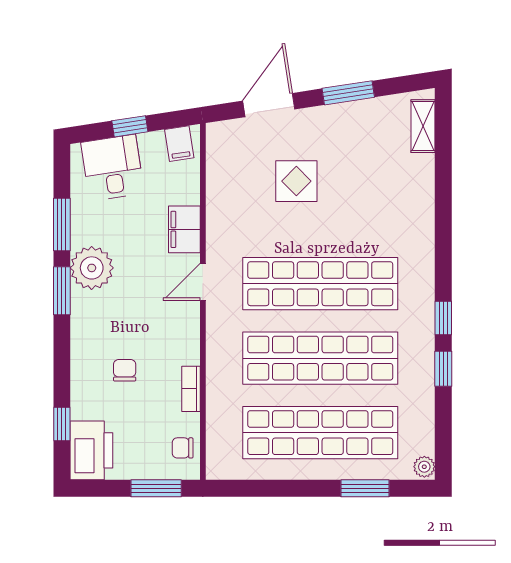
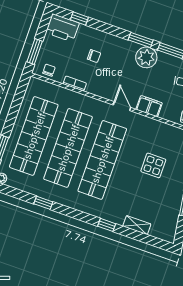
shelving: (423, 126) -> (137, 225), moved
window: (443, 318) -> (107, 225), moved

